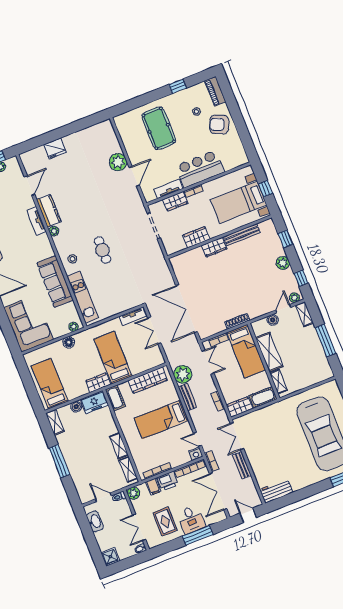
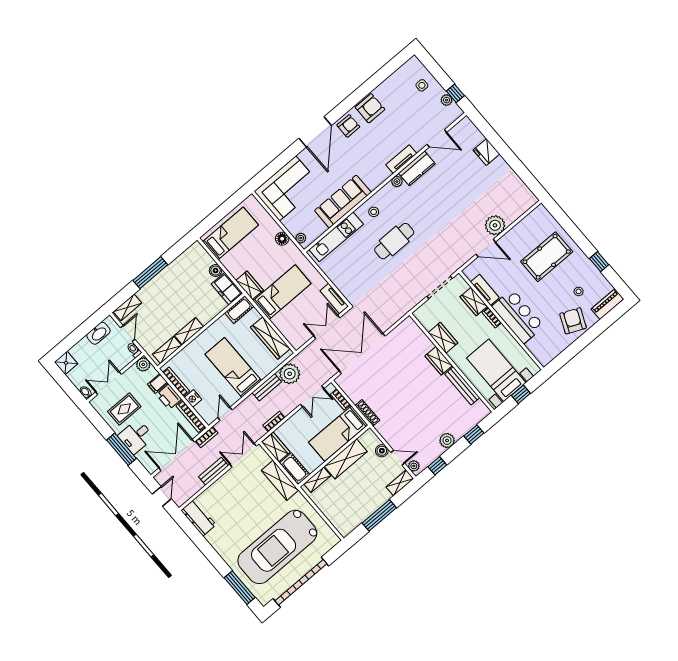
cafe table: (102, 250) -> (394, 241), width x1.37, depth x1.35
shelving: (268, 413) -> (280, 480), added
shelving: (55, 422) -> (127, 307), moved
nightstand: (196, 454) -> (193, 398), moved

